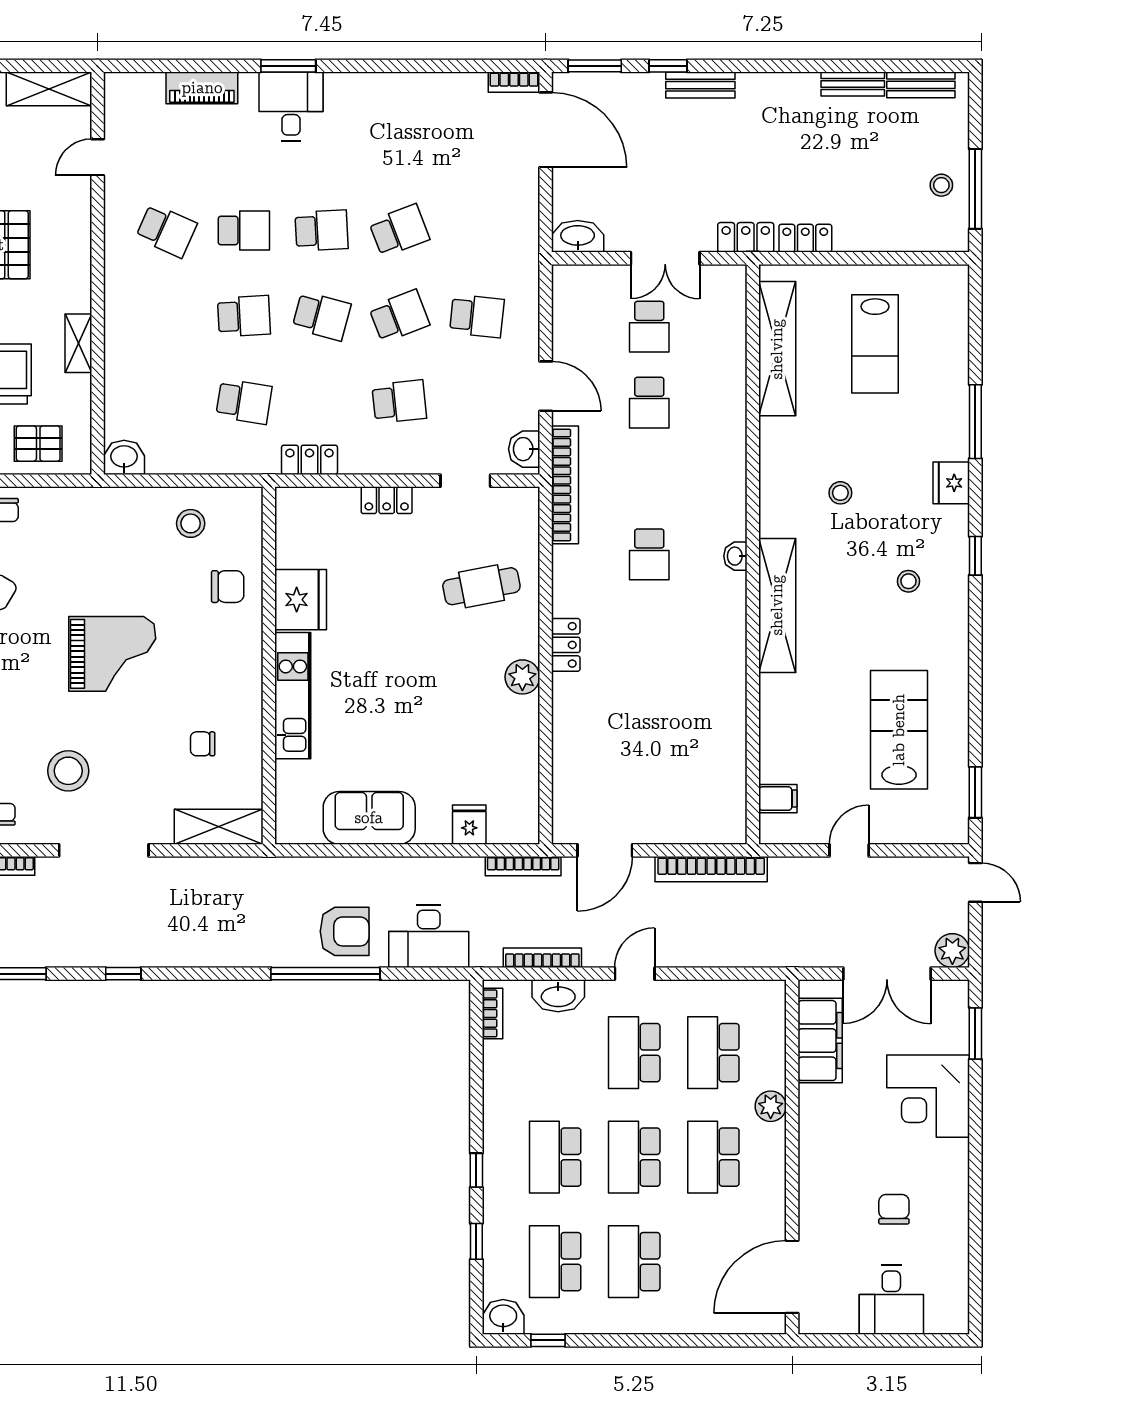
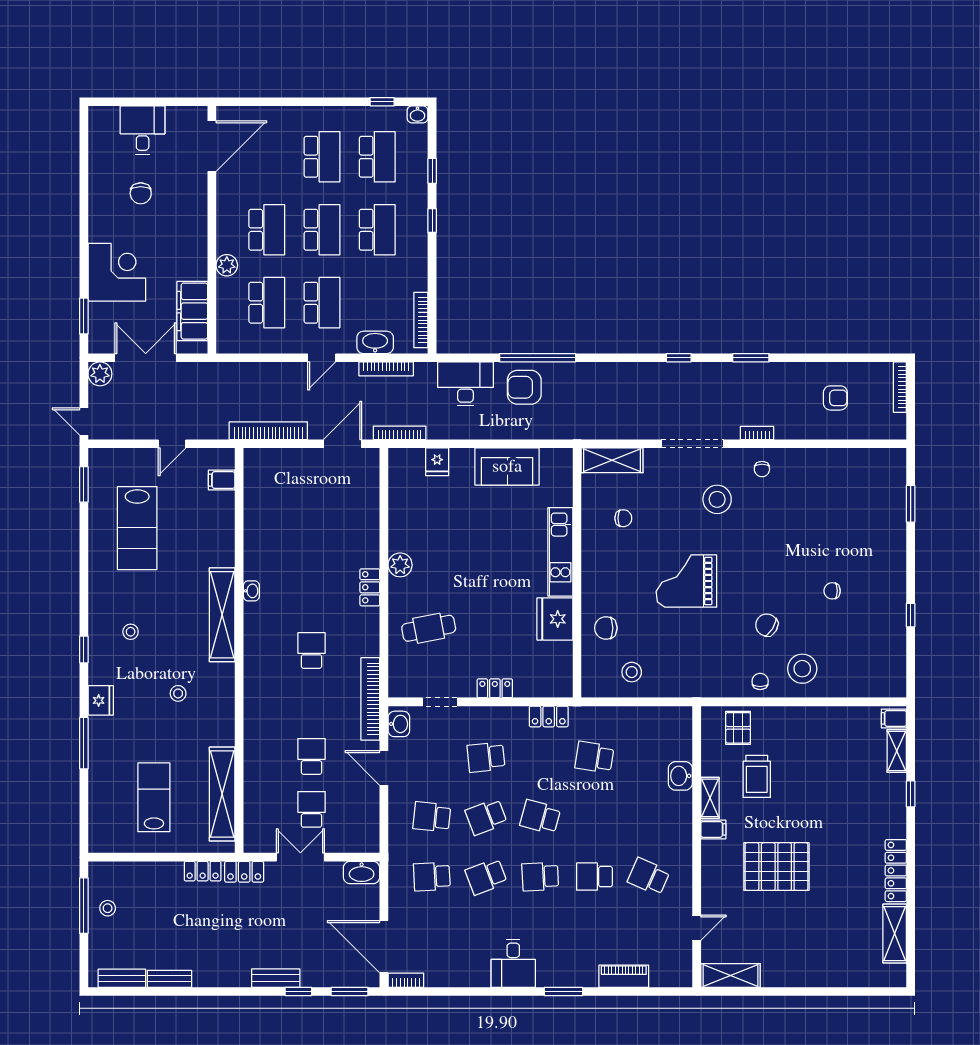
desk: (291, 106) -> (513, 963), moved
filing cabinet: (74, 298) -> (713, 829), added
school desk: (244, 316) -> (432, 877), moved
pallet: (38, 444) -> (738, 728), turned 90
washbasin: (124, 457) -> (680, 776), moved, turned 90
washbasin: (735, 556) -> (251, 591), moved
bookcase: (493, 1013) -> (421, 320), width x1.56
washbasin: (503, 1317) -> (417, 114), width x0.72, depth x0.69

